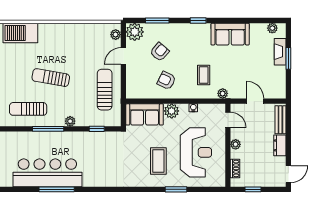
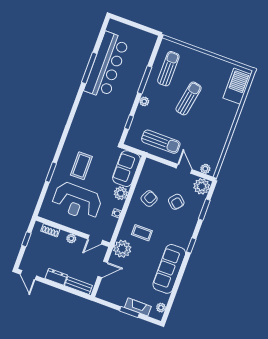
sofa: (230, 34) -> (169, 269), width x1.36
plant: (223, 93) -> (122, 249), width x1.87, depth x1.87
coffee table: (158, 161) -> (81, 166), turned 90

